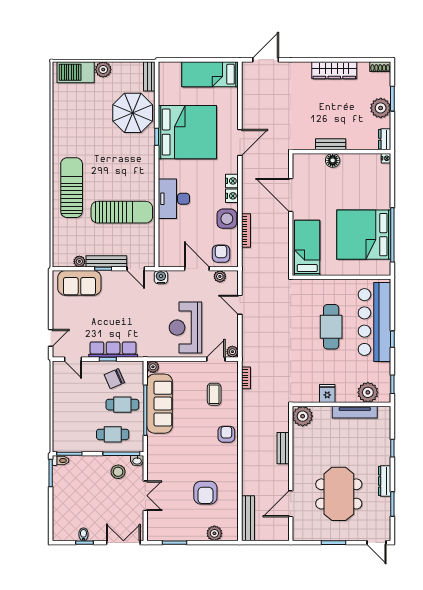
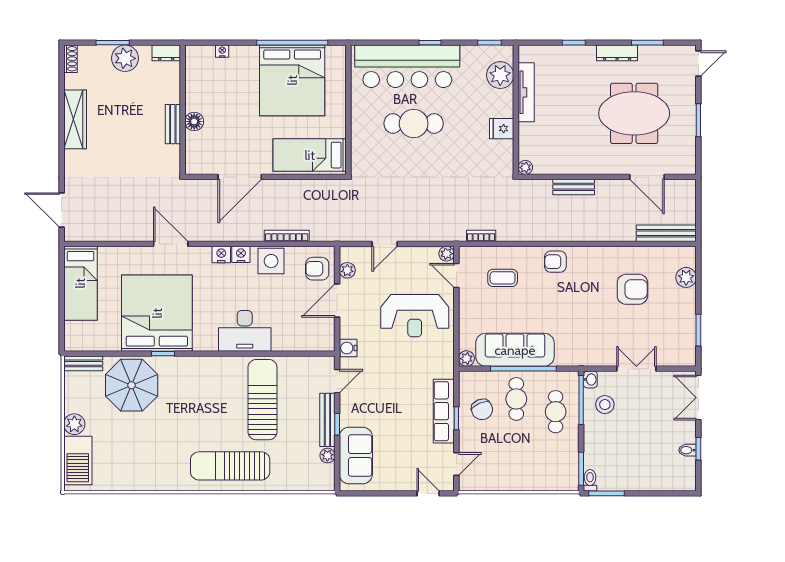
nightstand: (386, 158) -> (222, 51), moved
plant: (303, 416) -> (525, 167), width x0.53, depth x0.53

